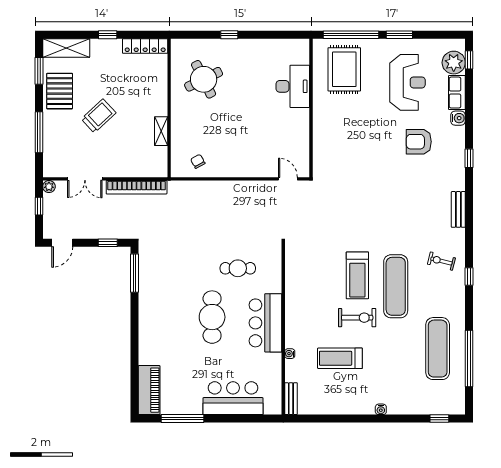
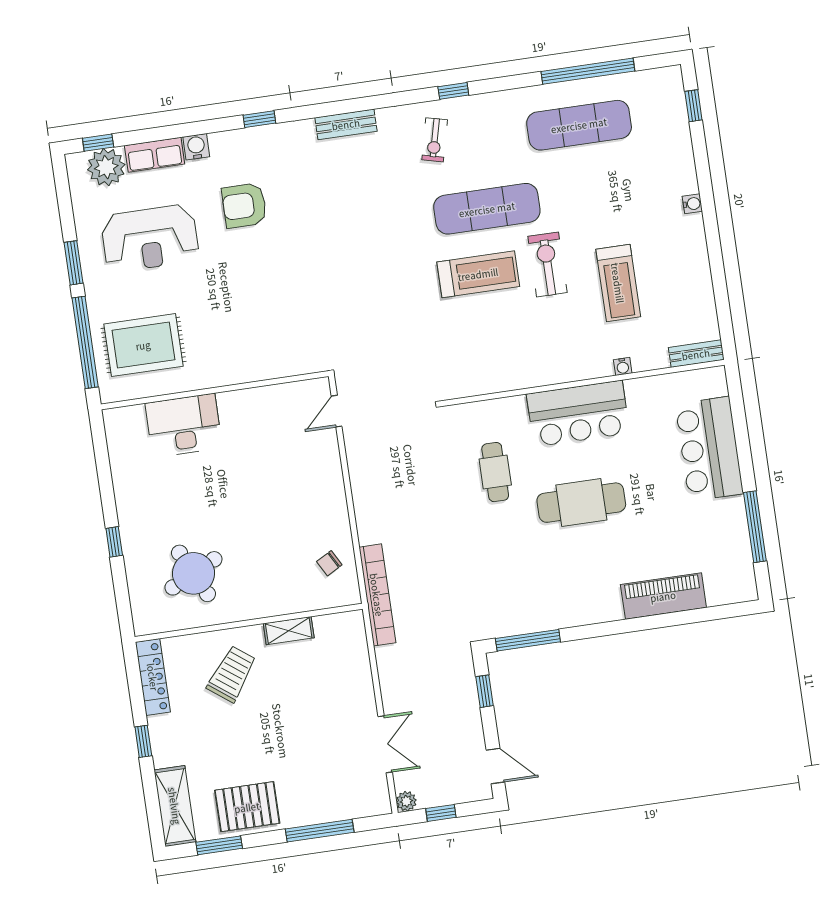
reception desk: (407, 82) -> (150, 238), turned 180
trolley: (99, 116) -> (232, 674), moved, turned 80
armchair: (419, 142) -> (244, 205), turned 90
bookcase: (137, 187) -> (377, 595), moved
piano: (149, 390) -> (663, 596), moved

